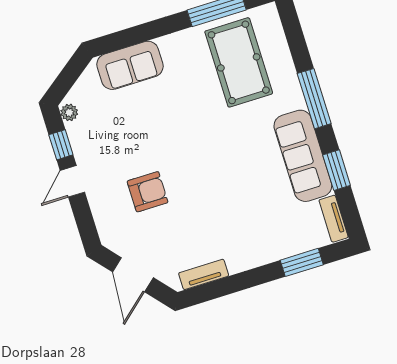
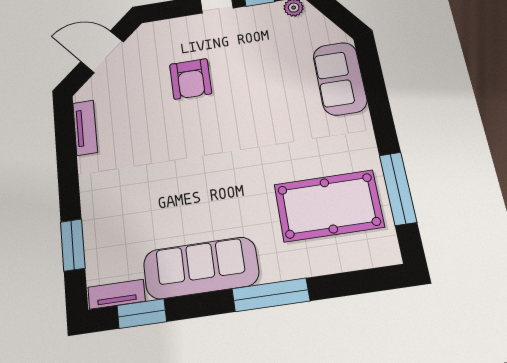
window: (337, 170) -> (142, 314), moved

